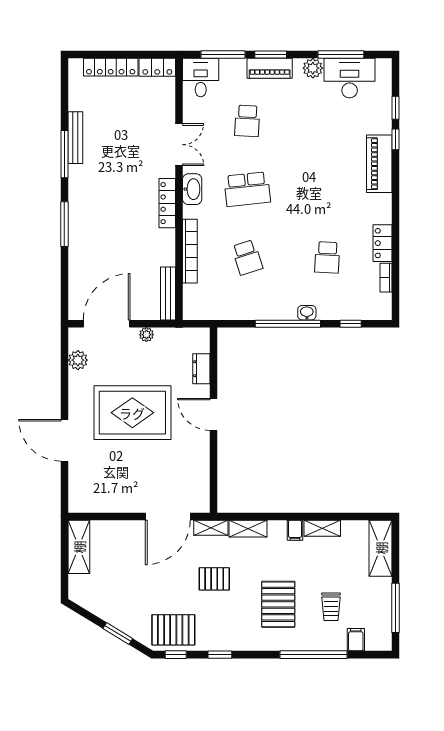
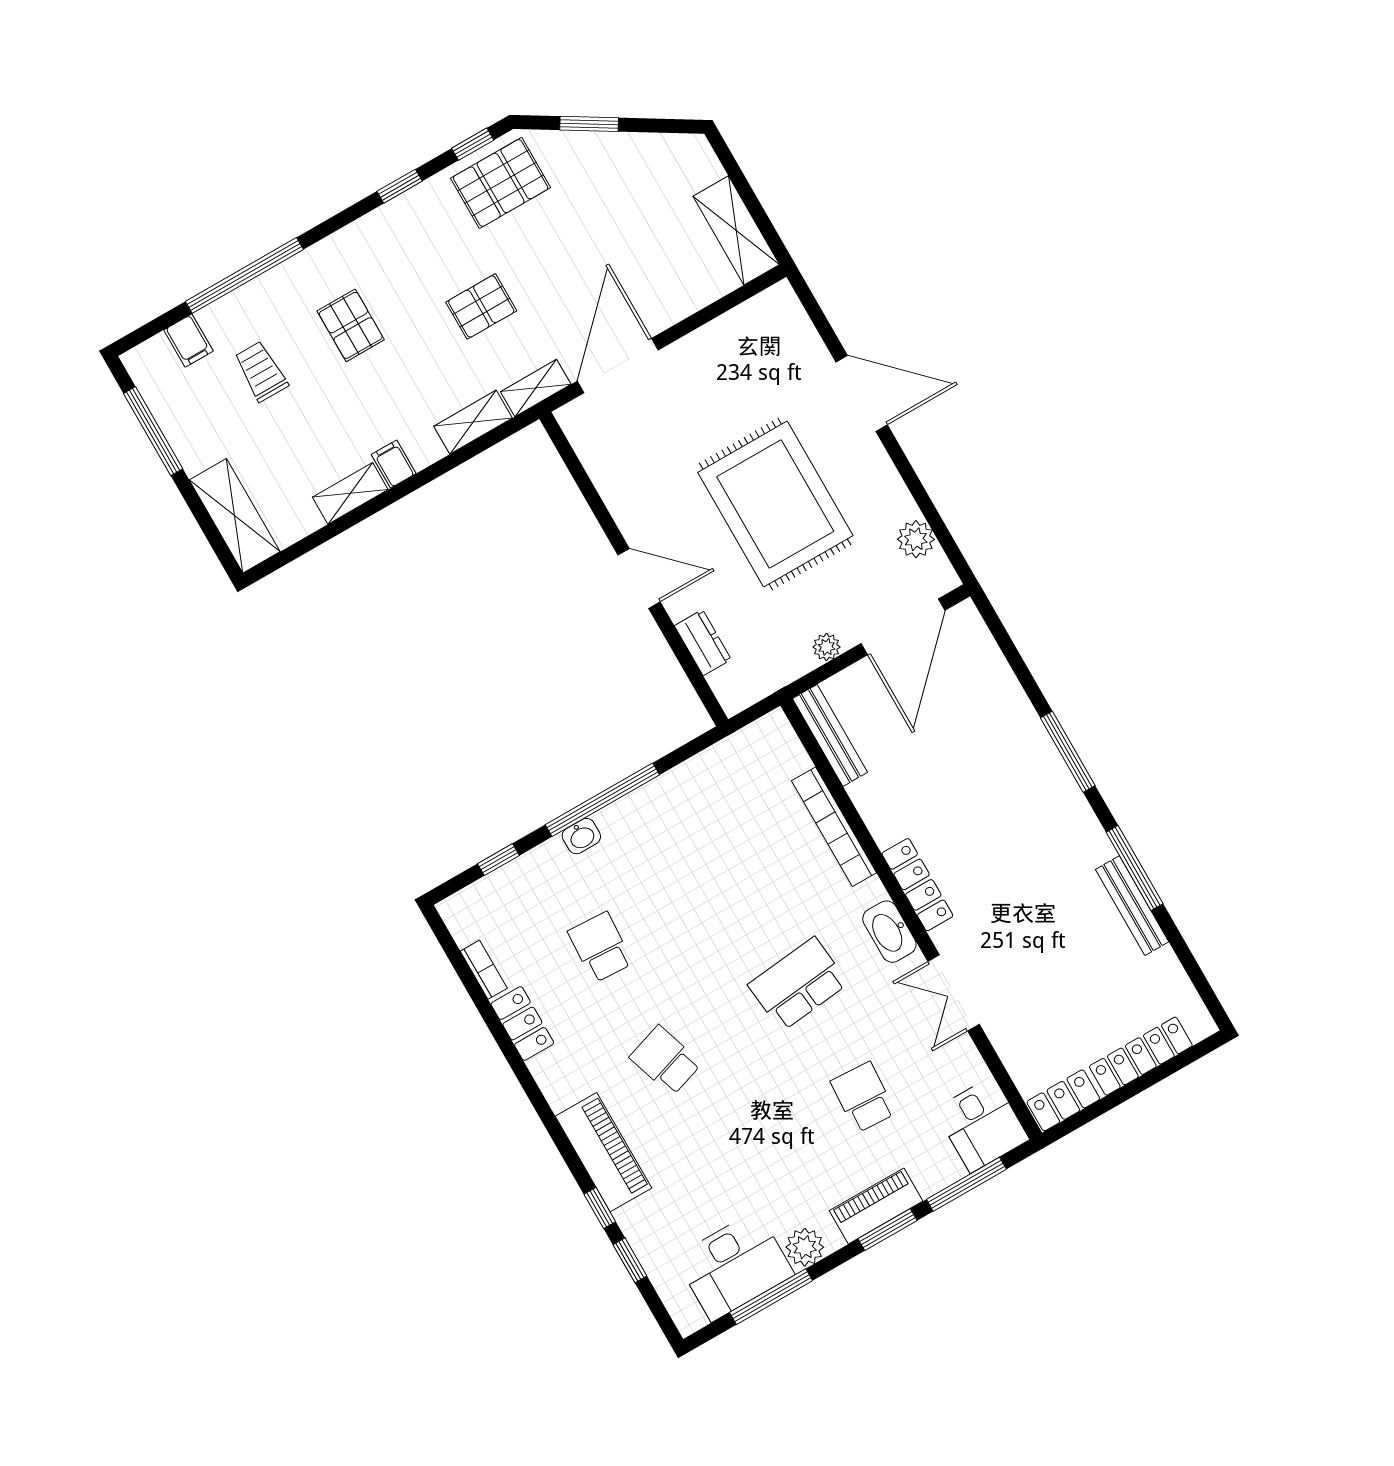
school desk: (247, 257) -> (665, 1060), moved
rug: (132, 413) -> (775, 504), turned 90
pallet: (278, 604) -> (351, 325), width x0.67, depth x0.71

